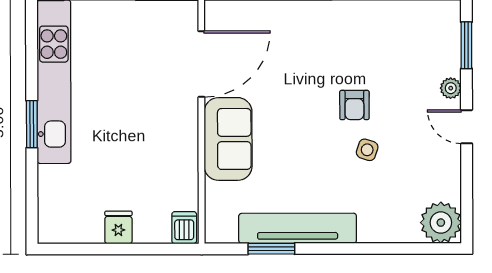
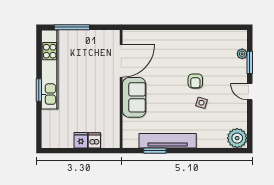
window: (466, 45) -> (250, 62), moved
plant: (451, 88) -> (242, 54), moved
dishwasher: (184, 228) -> (94, 140), moved

